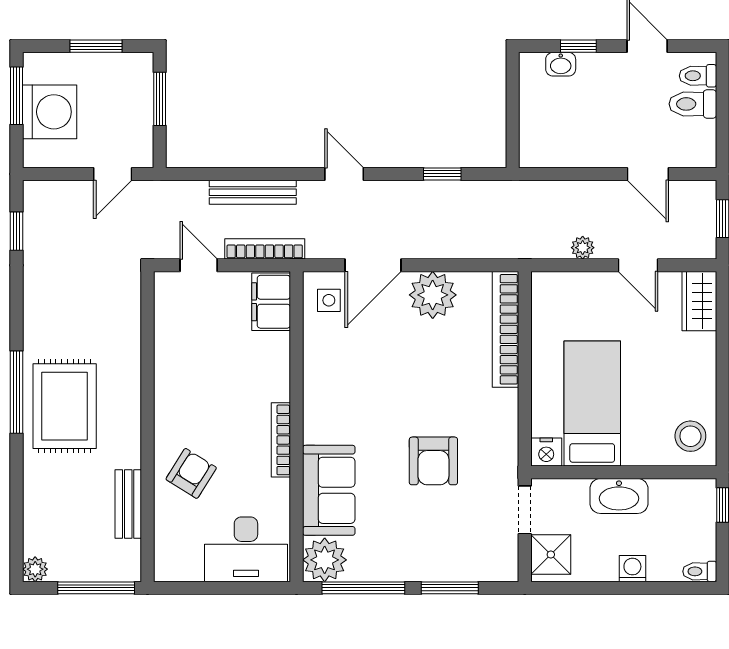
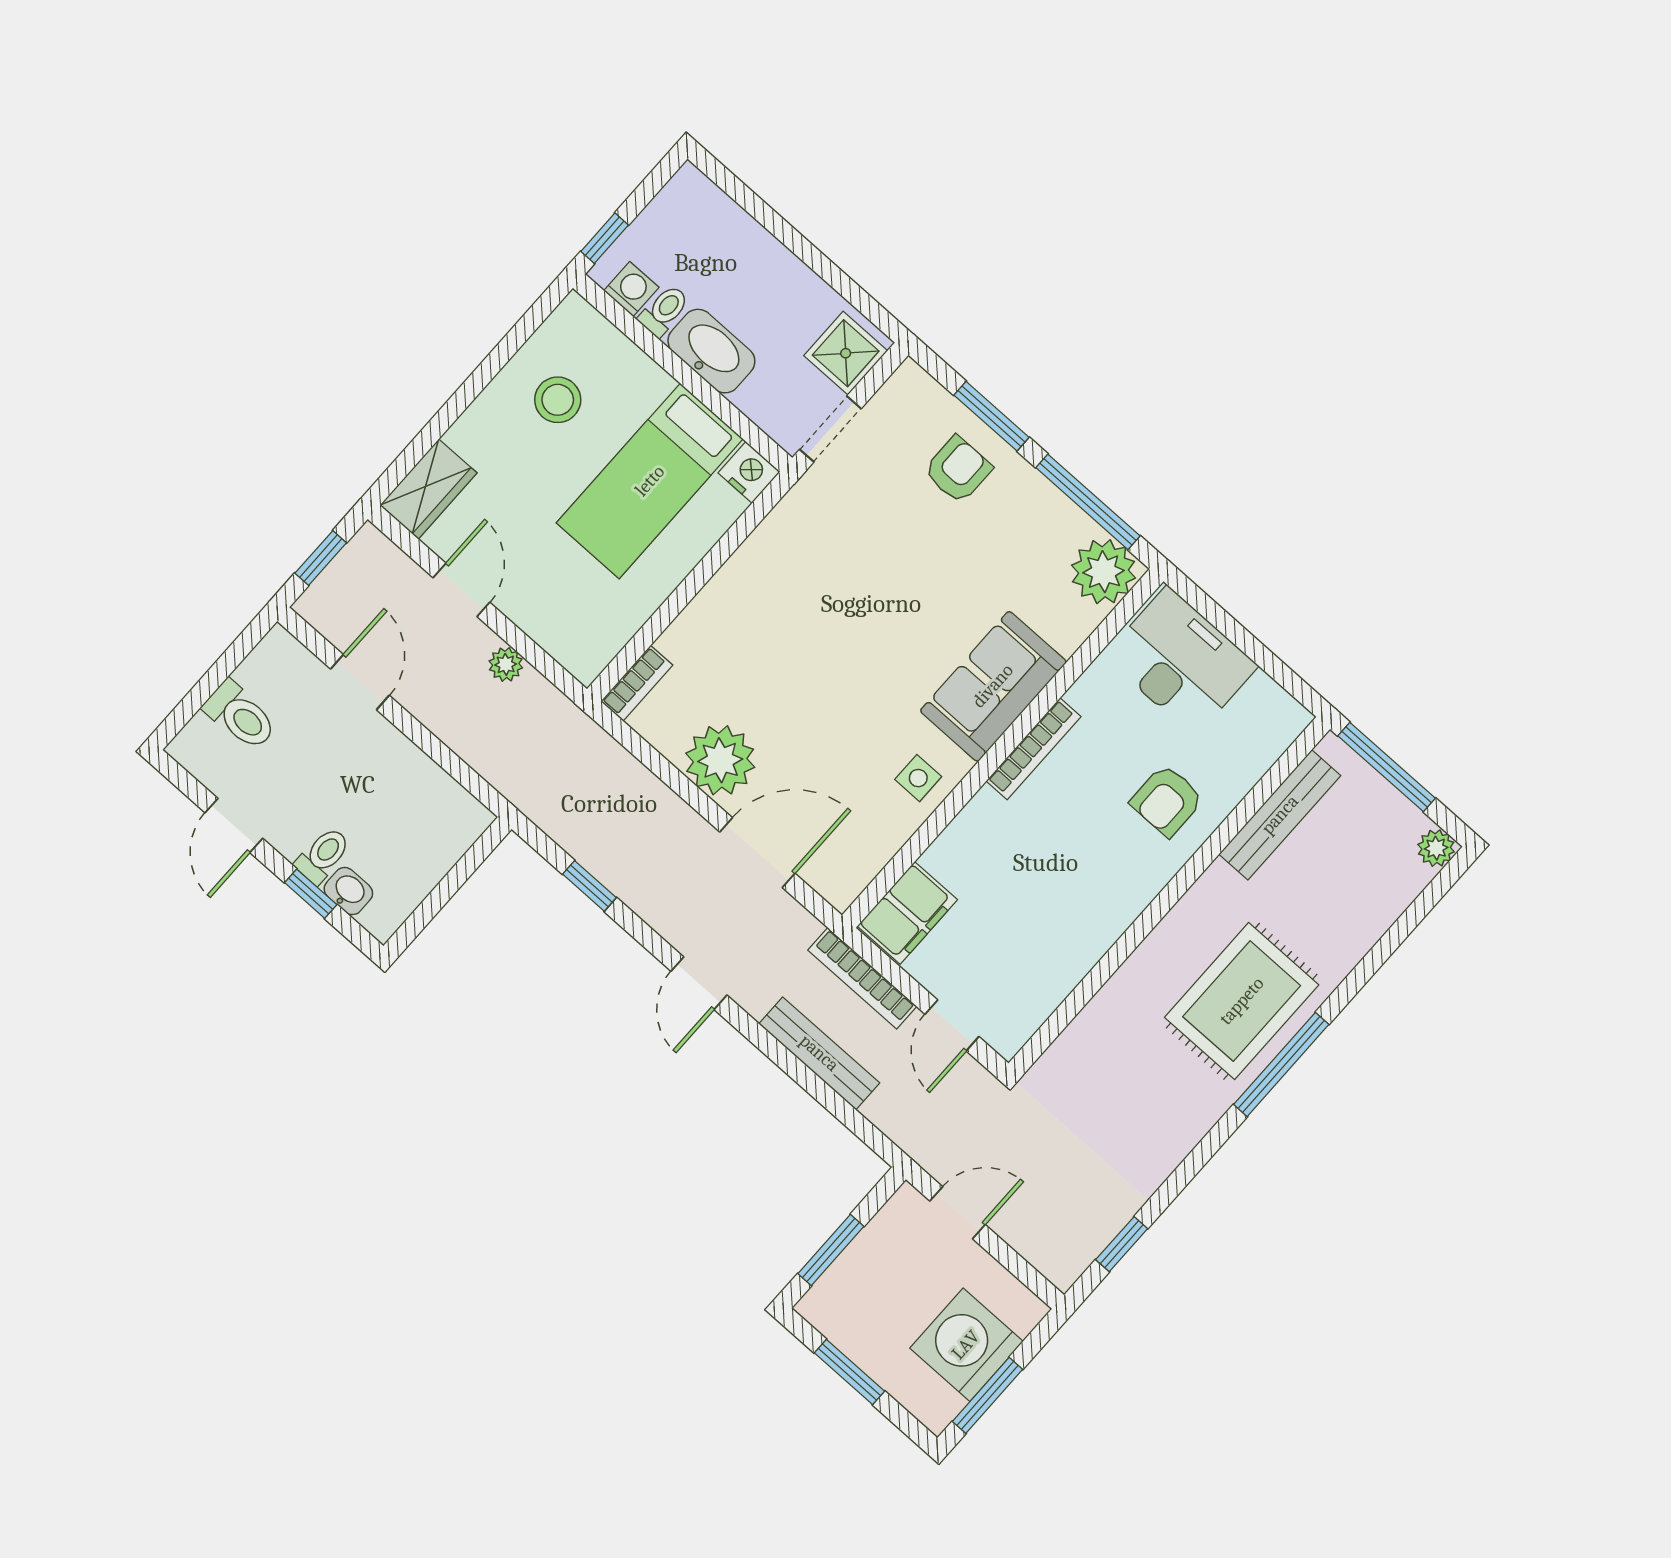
toilet: (698, 76) -> (323, 855), moved, turned -90
side table: (329, 300) -> (918, 778), moved
bookcase: (506, 329) -> (637, 683), width x0.43, depth x0.76
stool: (690, 436) -> (558, 400), moved
armchair: (433, 461) -> (958, 470), moved, width x0.72, depth x0.72
armchair: (191, 473) -> (1167, 800), turned -32
sofa: (329, 490) -> (993, 686), moved
bench: (128, 504) -> (1280, 815), width x1.36
washing machine: (632, 569) -> (631, 289), moved, turned 180
toilet: (700, 571) -> (664, 311), moved, turned -90

